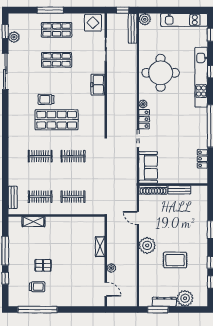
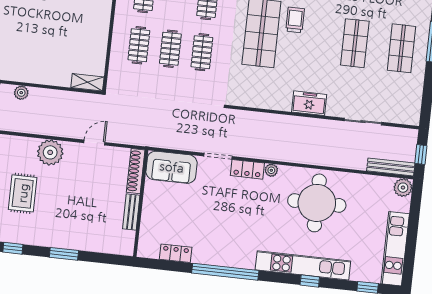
display table: (93, 23) -> (406, 106), removed
clothes rail: (73, 176) -> (170, 49), added
shelving: (100, 247) -> (87, 82), moved

